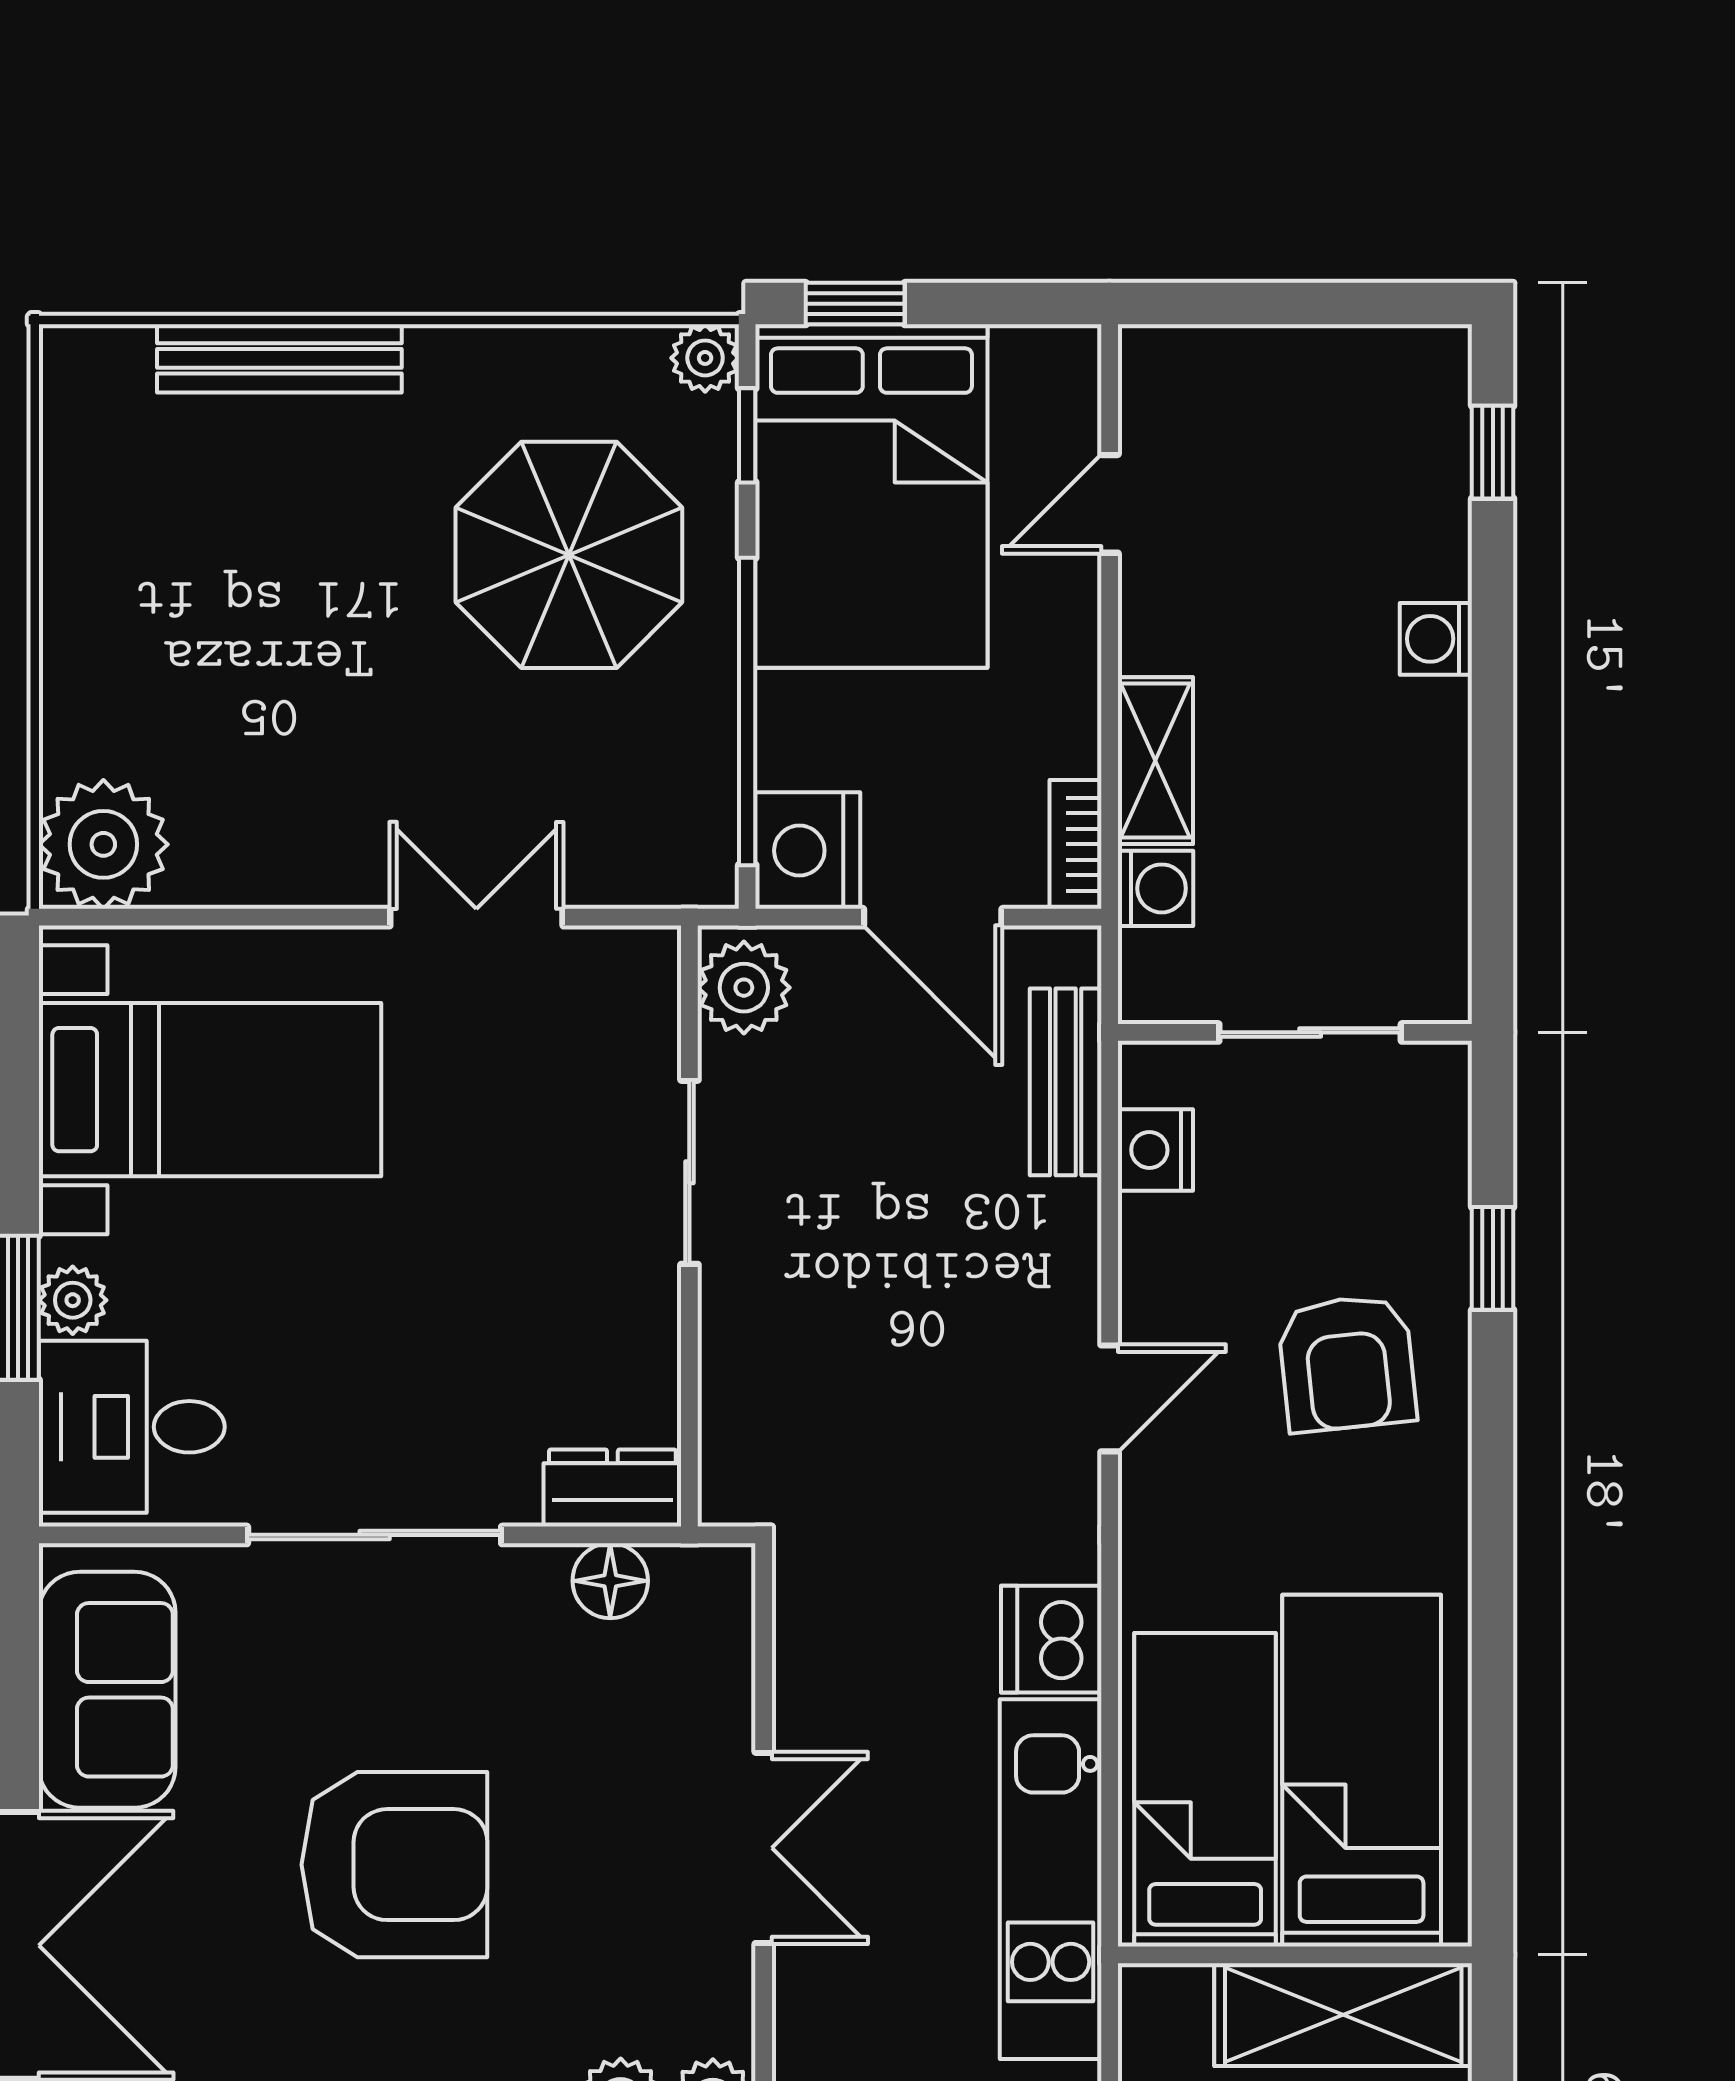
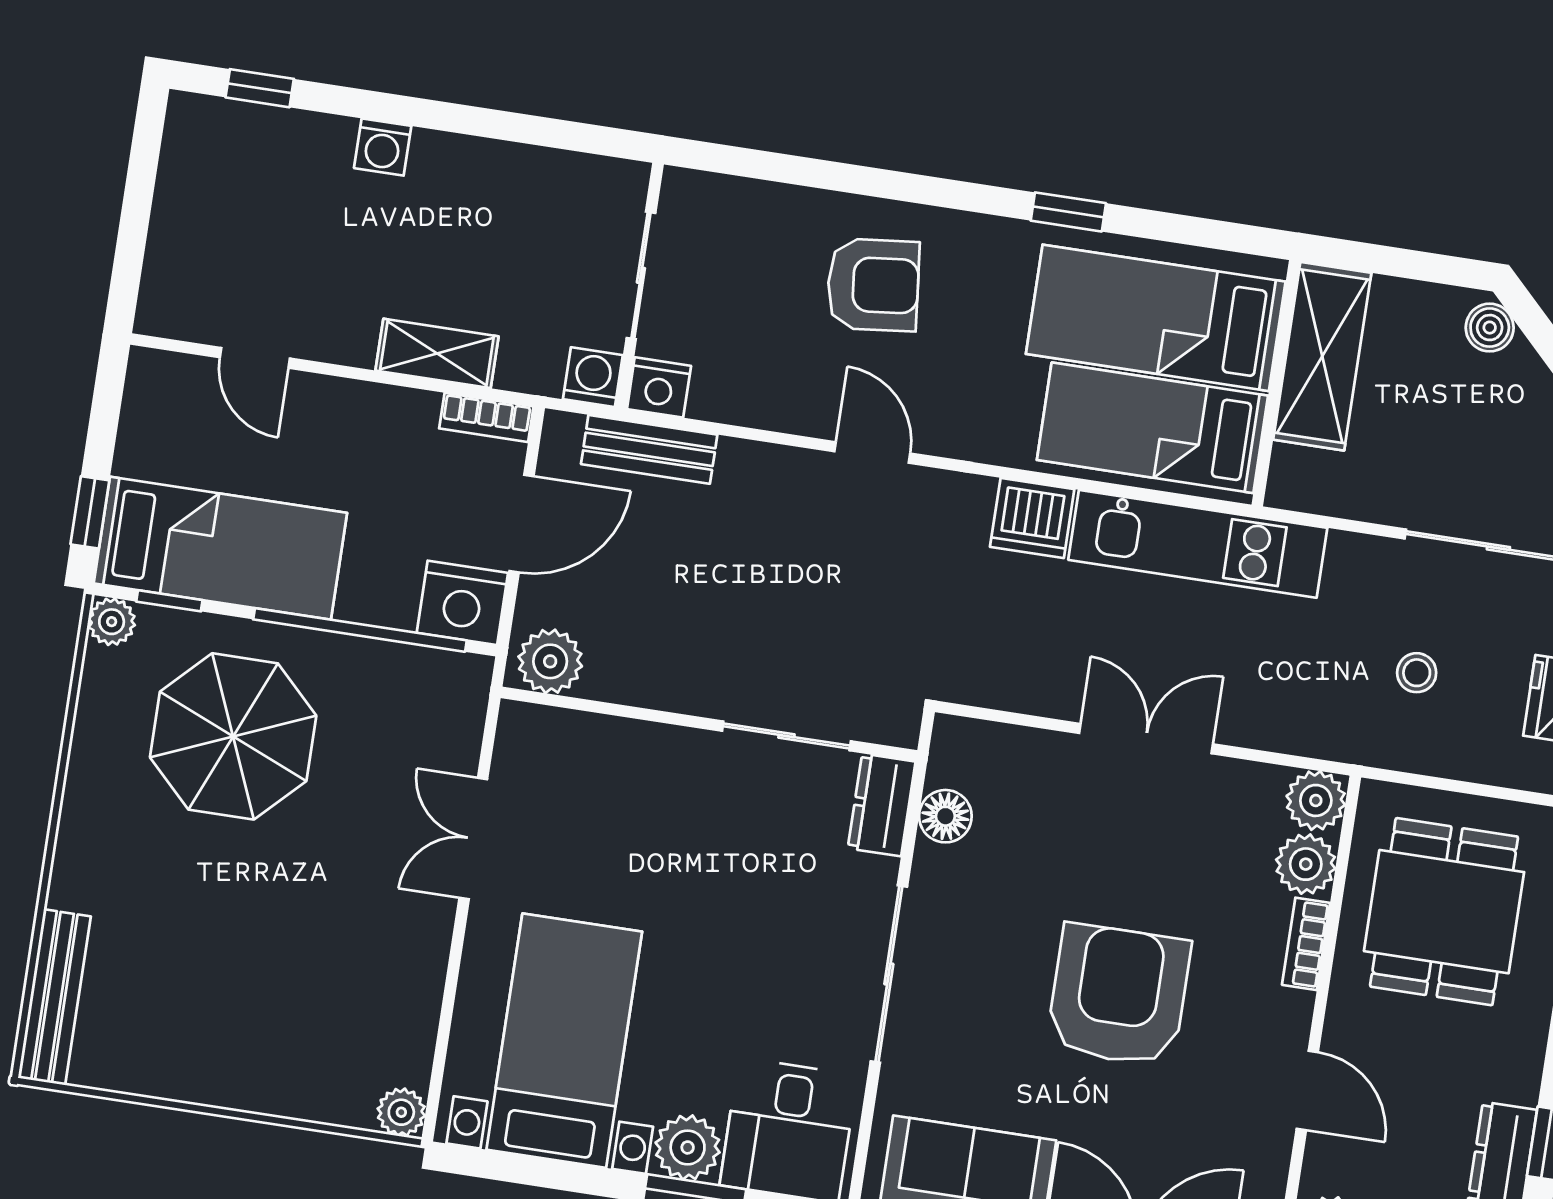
bench: (279, 358) -> (54, 997), moved
bed: (871, 496) -> (220, 548), width x0.67
plant: (103, 844) -> (401, 1112), width x0.53, depth x0.53
washing machine: (1156, 888) -> (593, 377), moved
nightstand: (1155, 1150) -> (659, 387), moved
sliding door: (689, 1172) -> (786, 736), moved
window: (1493, 1258) -> (1068, 212), moved
plant: (73, 1300) -> (688, 1147), width x1.38, depth x1.38

